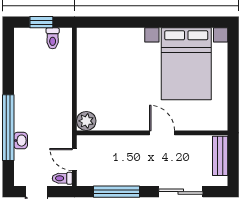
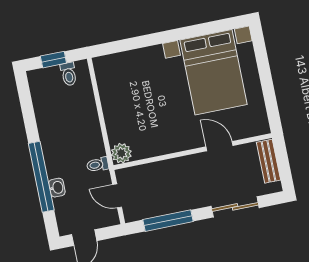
door: (162, 133) -> (219, 146), moved
toilet: (62, 178) -> (98, 165), moved

